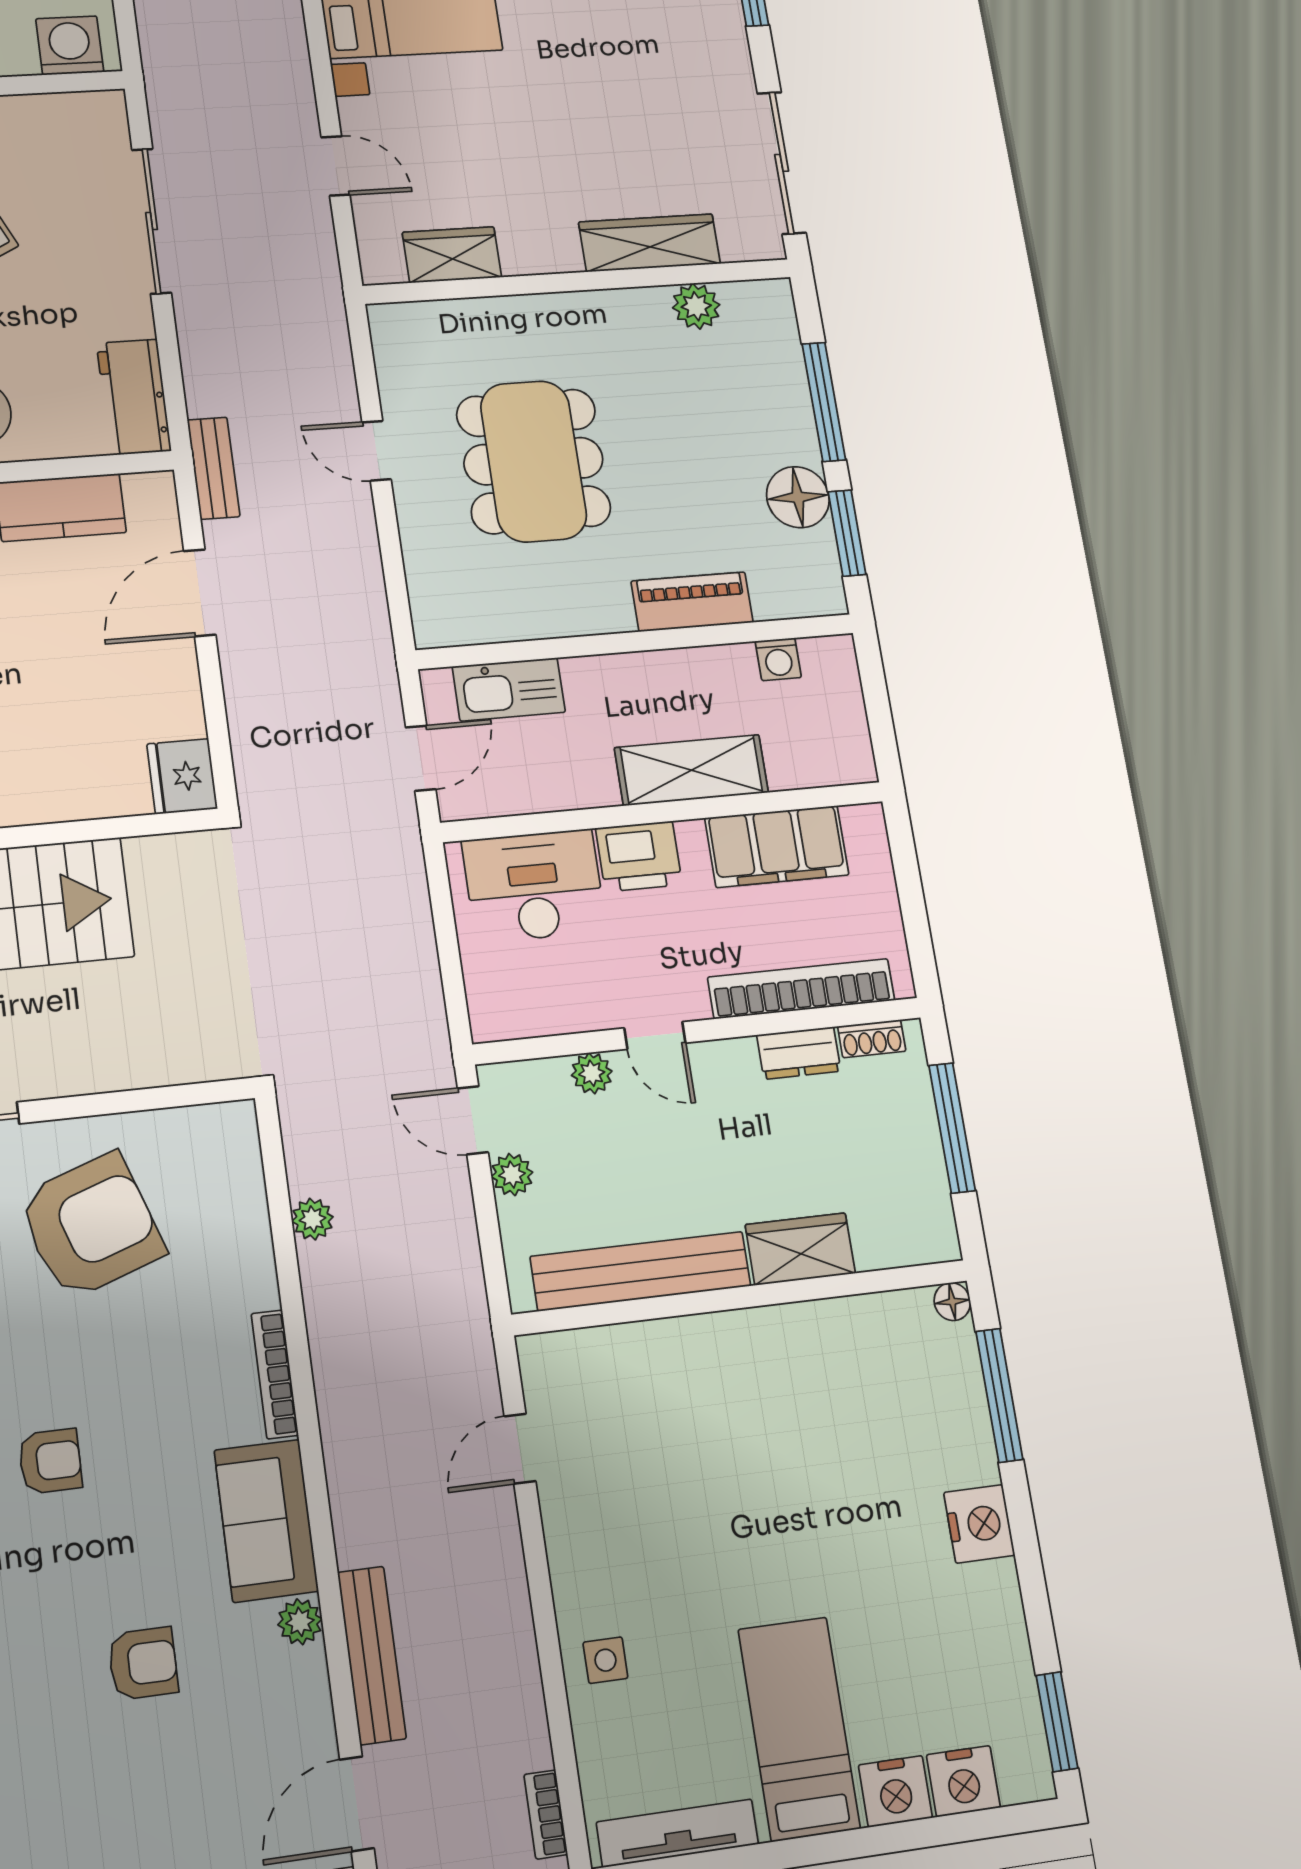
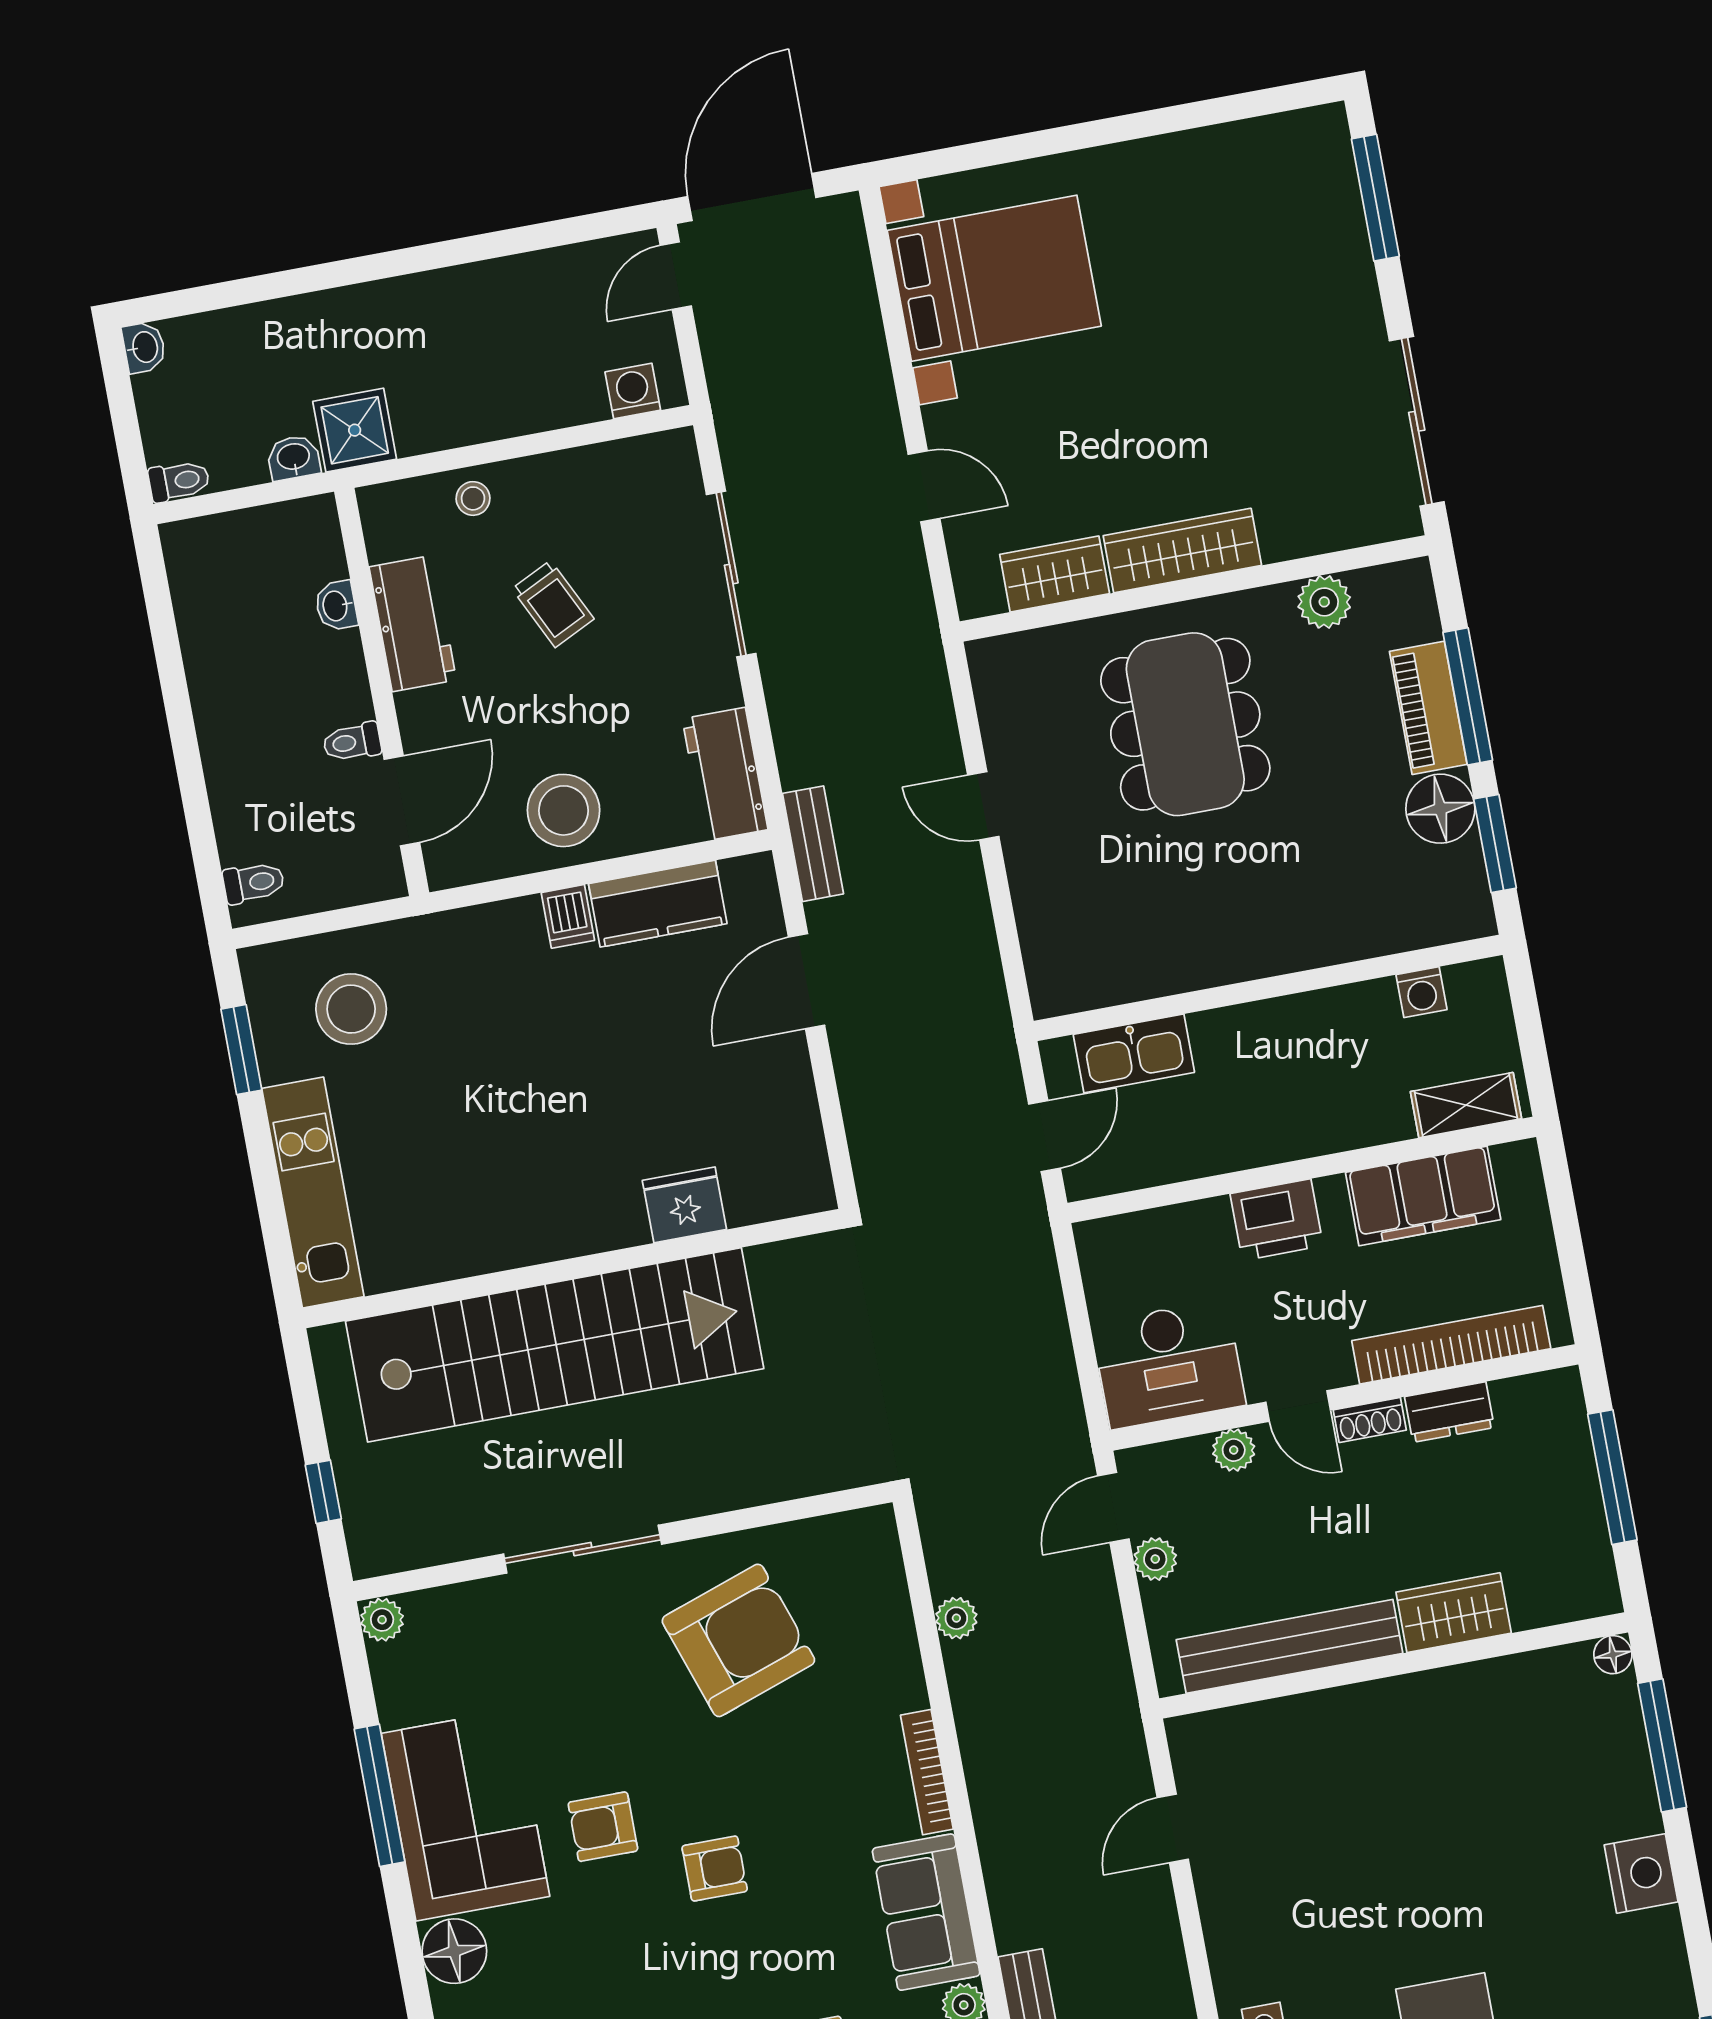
washing machine: (70, 45) -> (633, 391), width x0.73, depth x0.73
wardrobe: (650, 243) -> (1182, 551), moved
dining table: (534, 461) -> (1185, 724), moved
piano: (692, 602) -> (1428, 708), moved, turned -90
shelving: (692, 770) -> (1466, 1105), moved, width x0.67, depth x0.75
fridge: (182, 776) -> (684, 1205), moved, turned 90
desk: (534, 886) -> (1169, 1364), moved, turned 180
shoe rack: (872, 1039) -> (1370, 1420), moved
door: (473, 1120) -> (1113, 1507), hinge flipped

